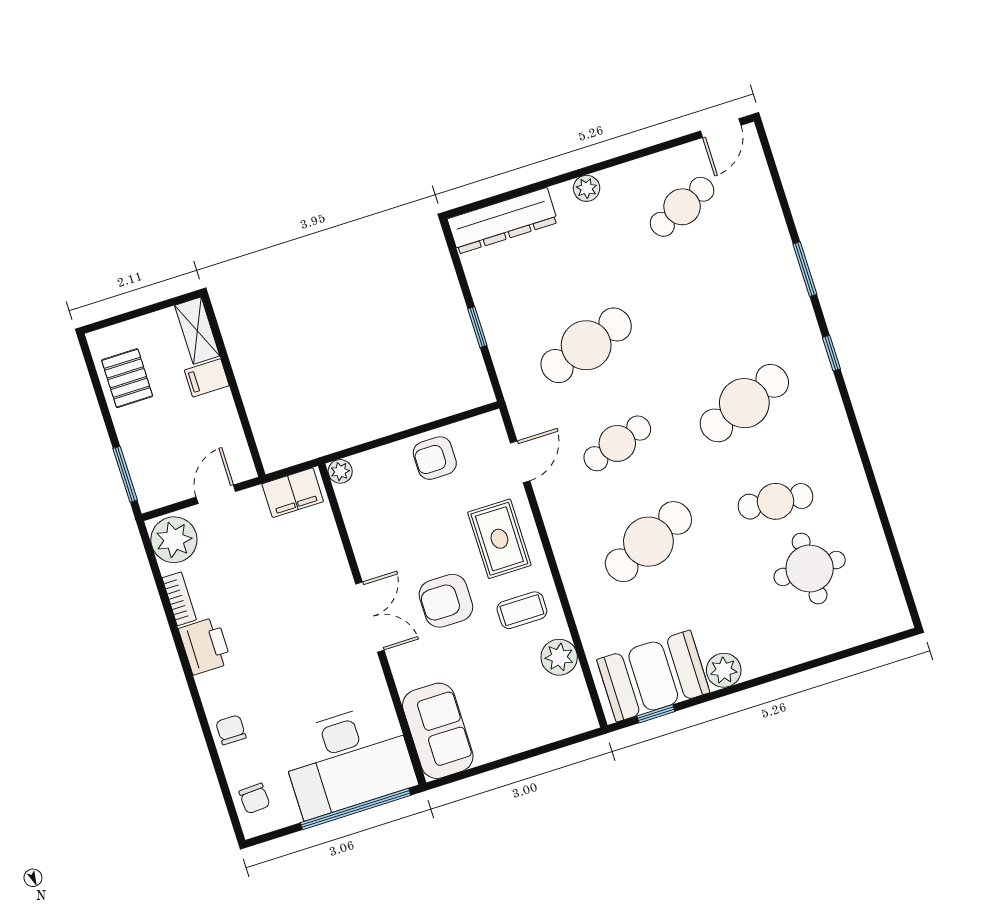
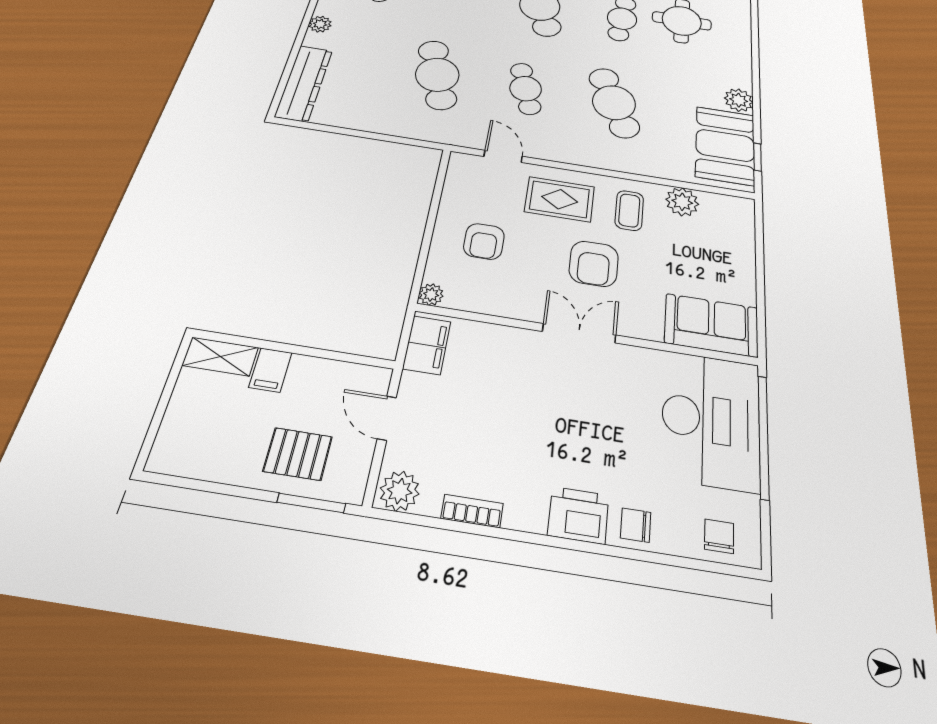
window: (477, 327) -> (375, 136), removed
pallet: (127, 378) -> (298, 454), moved
armchair: (435, 458) -> (484, 241), moved
plant: (174, 540) -> (400, 491), width x0.73, depth x0.73
printer: (205, 646) -> (578, 515), moved
chair: (254, 798) -> (719, 536), turned -87

